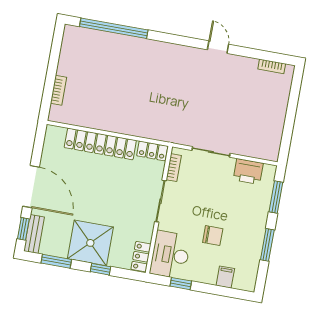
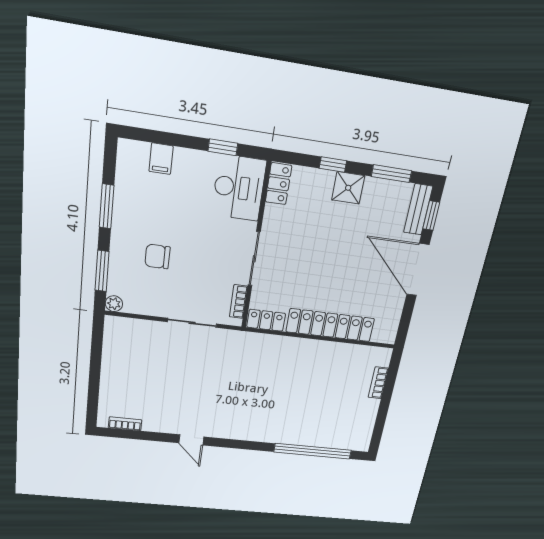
plant: (270, 171) -> (114, 304), added
printer: (248, 172) -> (142, 301), removed
chair: (213, 236) -> (158, 256), moved
shower: (90, 243) -> (348, 188), width x0.54, depth x0.54

